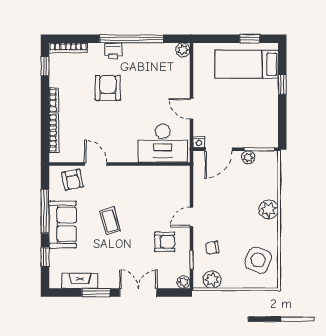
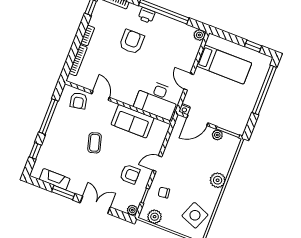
bed: (247, 64) -> (224, 65), moved, turned 180
window: (282, 84) -> (264, 90), width x3.17
sofa: (63, 224) -> (133, 121), moved, turned 90

